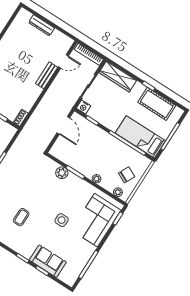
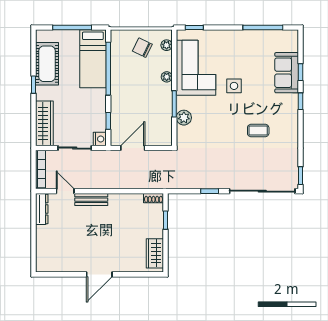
dresser: (42, 25) -> (42, 209), moved
corner sofa: (96, 220) -> (196, 68), moved, turned -90

